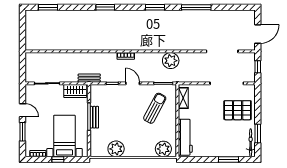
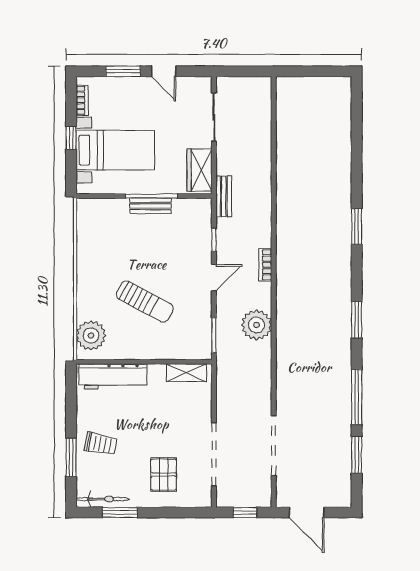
window: (48, 7) -> (357, 455), moved
plant: (171, 61) -> (257, 325), moved
sun lounger: (155, 108) -> (145, 302), moved
door: (22, 110) -> (164, 71), hinge flipped
pallet: (238, 110) -> (164, 475), width x0.67, depth x0.71
trolley: (221, 144) -> (101, 444), added
plant: (116, 149) -> (91, 247), removed

